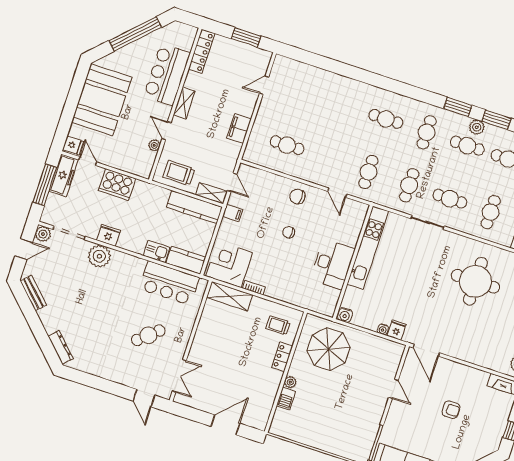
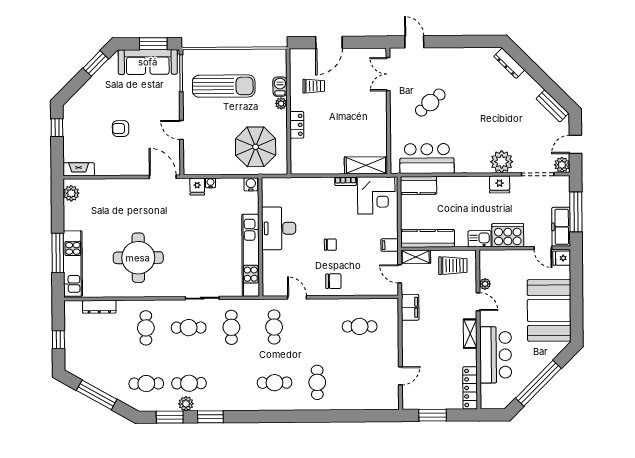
filing cabinet: (239, 129) -> (410, 307), moved
cafe table: (427, 132) -> (317, 382), moved
kitchen sink: (157, 251) -> (480, 239), moved, turned 180
trolley: (278, 325) -> (314, 86), moved
sun lounger: (339, 417) -> (224, 86), added

